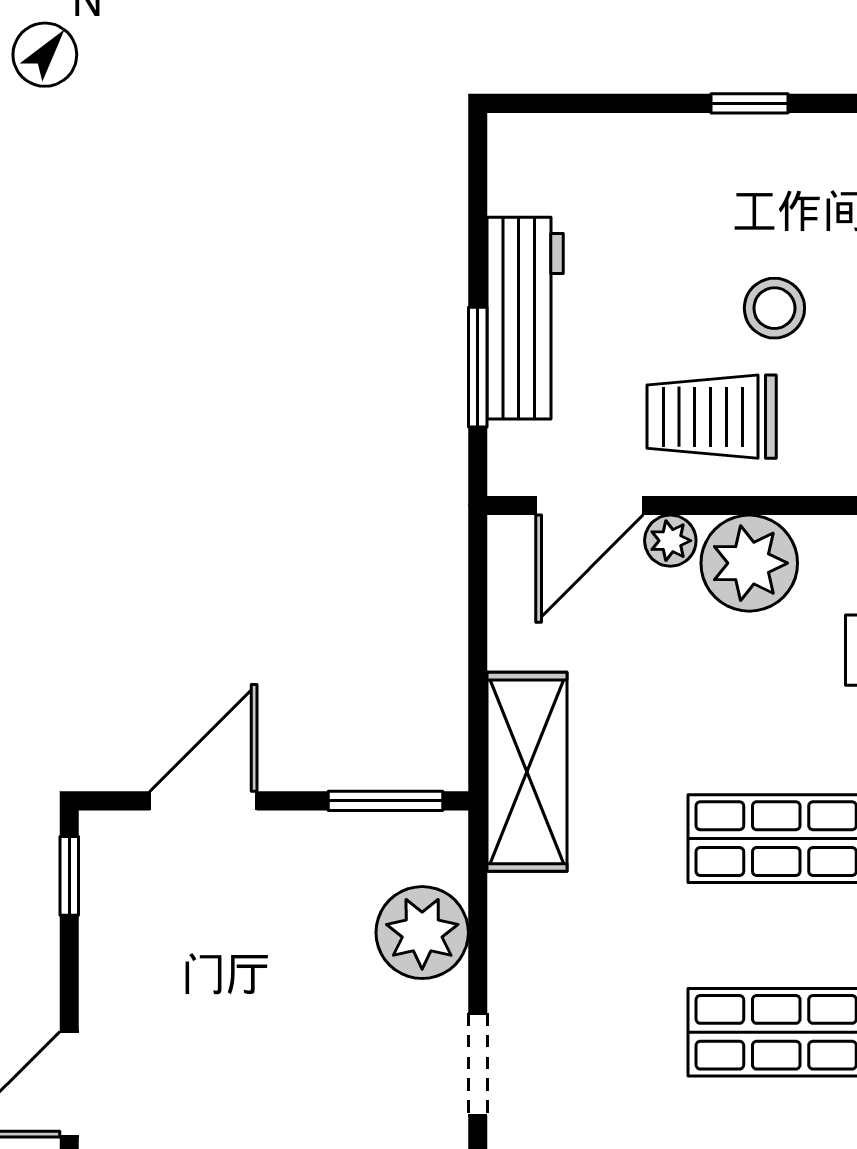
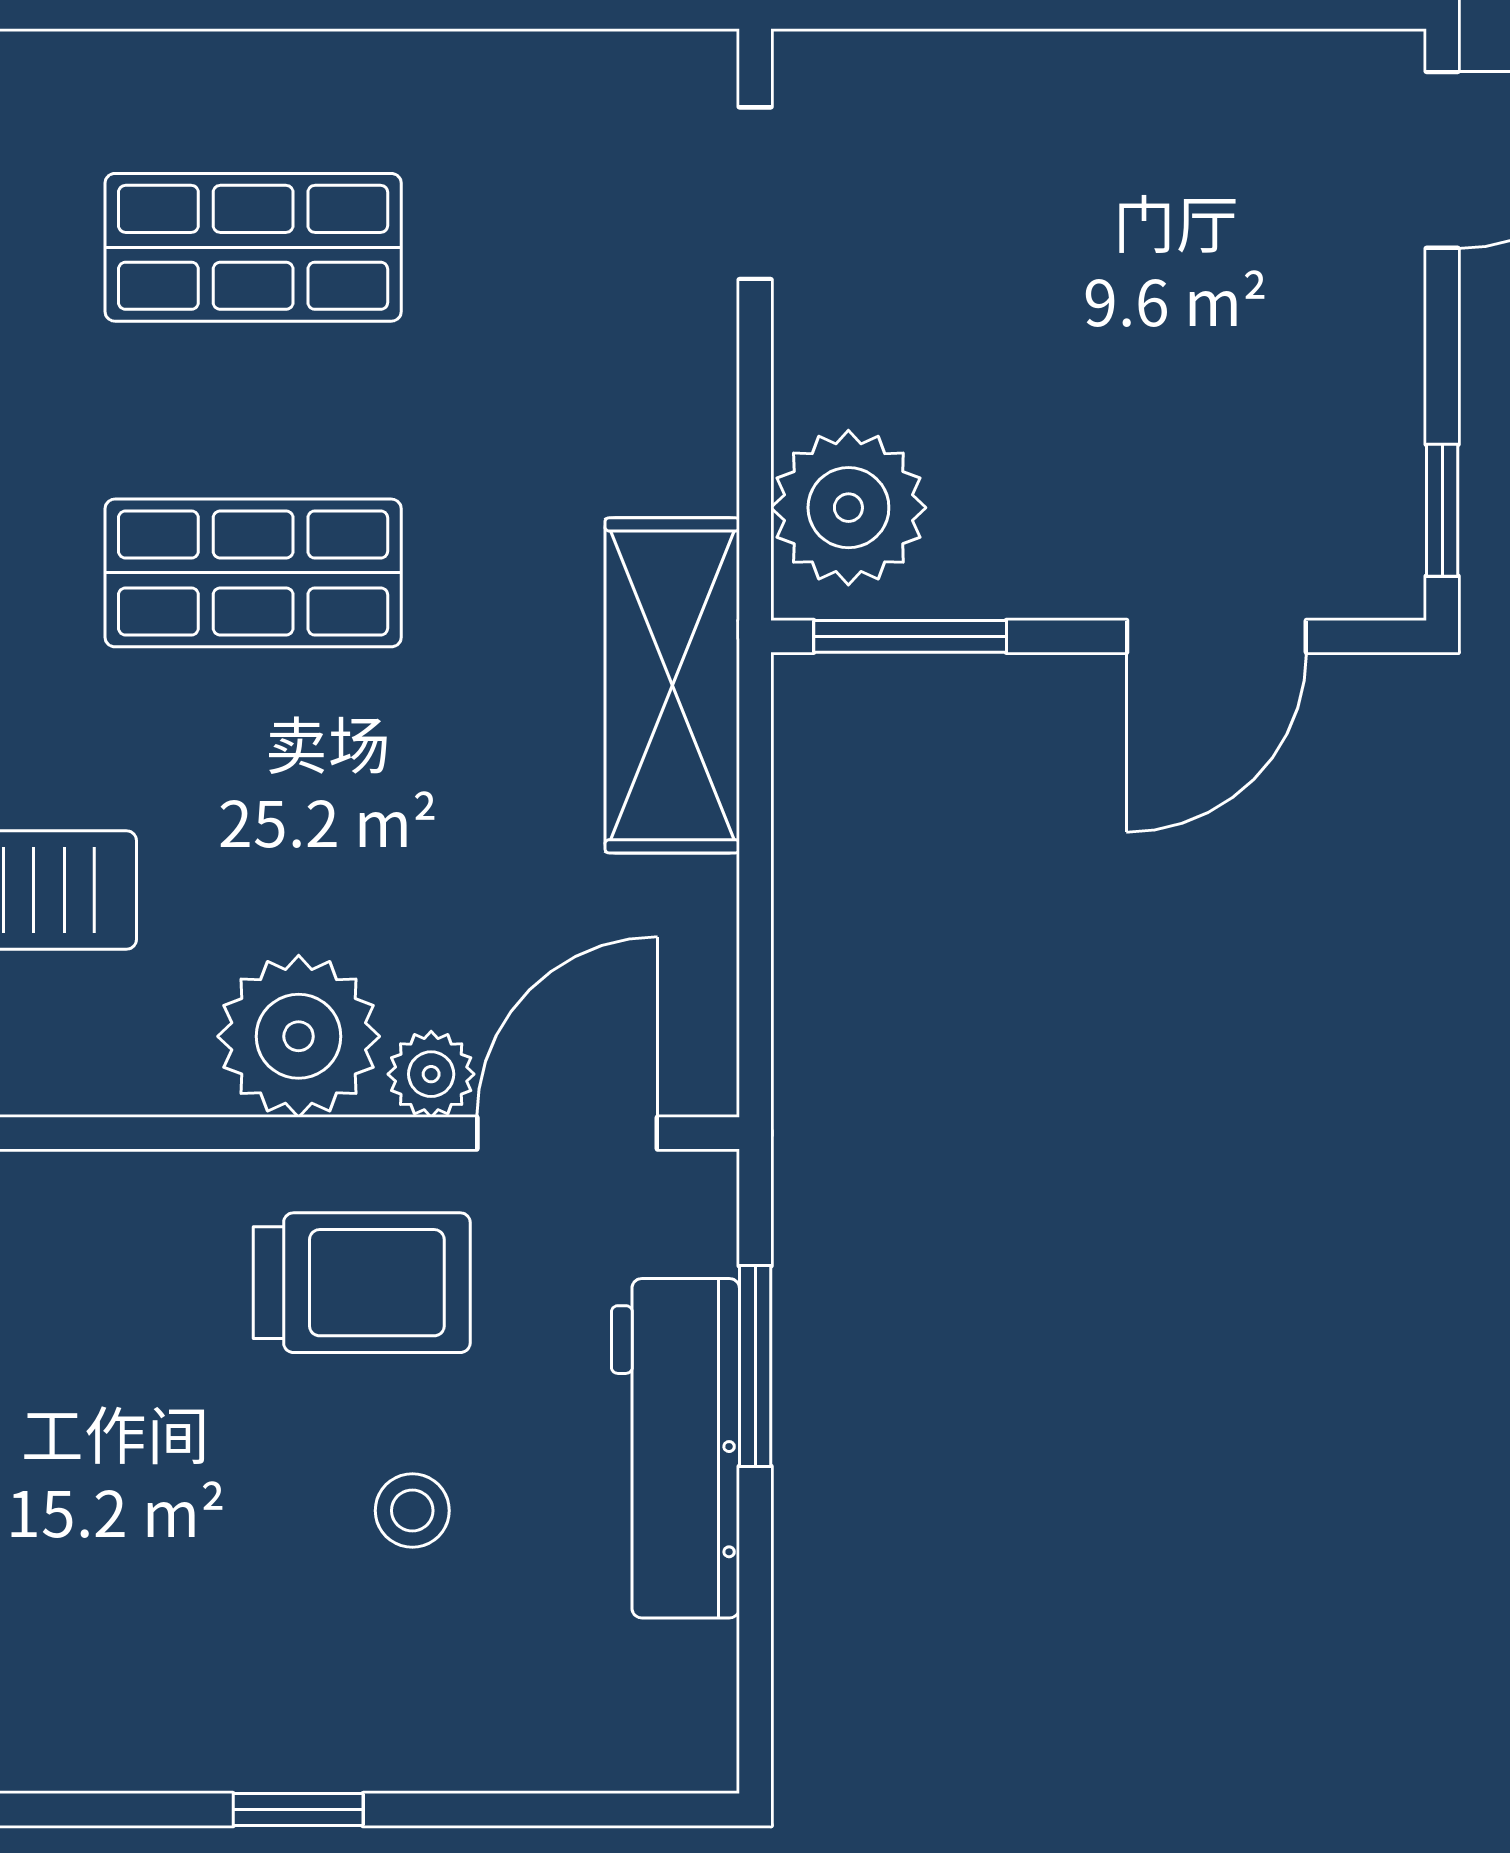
stool: (774, 308) -> (412, 1511), moved, width x0.73, depth x0.73
plant: (422, 933) -> (848, 508), moved

